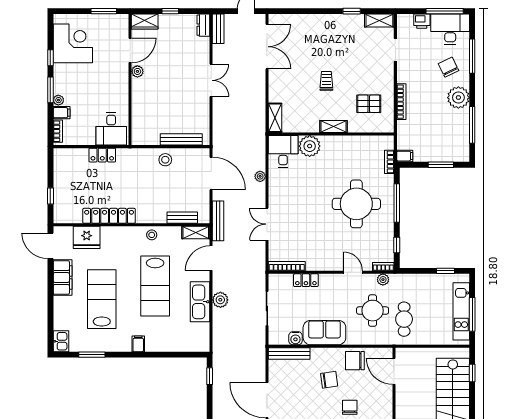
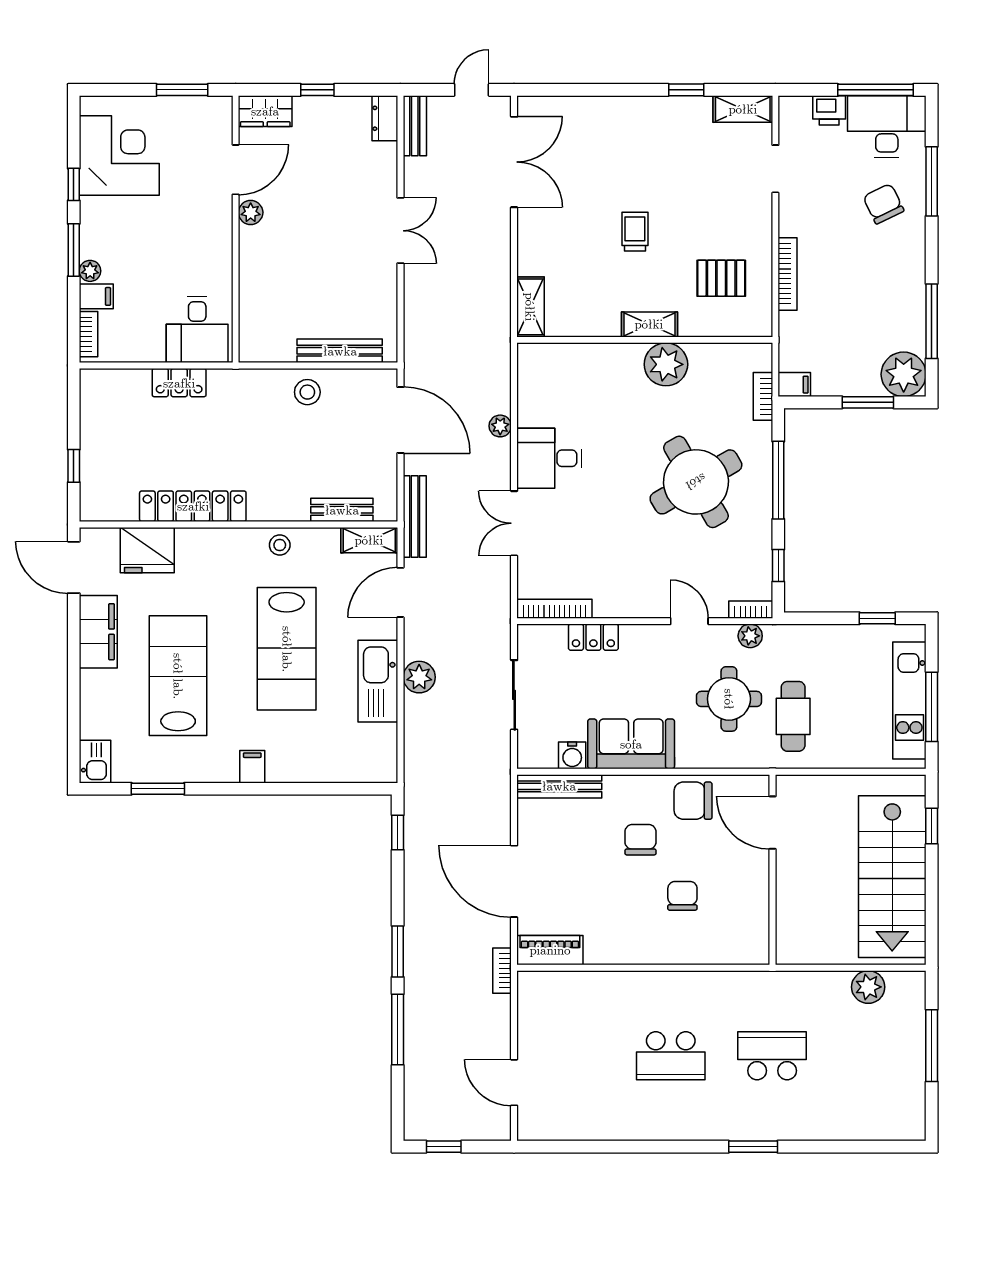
plant: (458, 98) -> (904, 374), moved
plant: (310, 146) -> (666, 364), moved
desk: (283, 151) -> (549, 458), moved, turned -90
round table: (356, 204) -> (696, 482), turned -30
chair: (329, 380) -> (640, 840), turned -82

